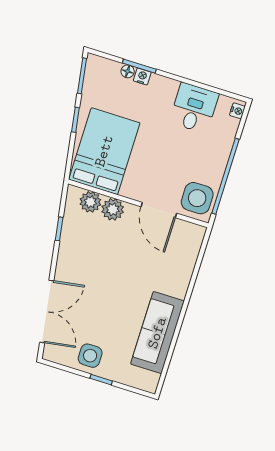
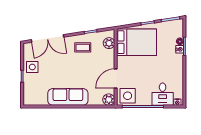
desk: (194, 108) -> (163, 94), moved, turned 90
plant: (113, 209) -> (109, 100), moved
coffee table: (83, 252) -> (83, 47), added
sofa: (157, 333) -> (68, 97), moved

